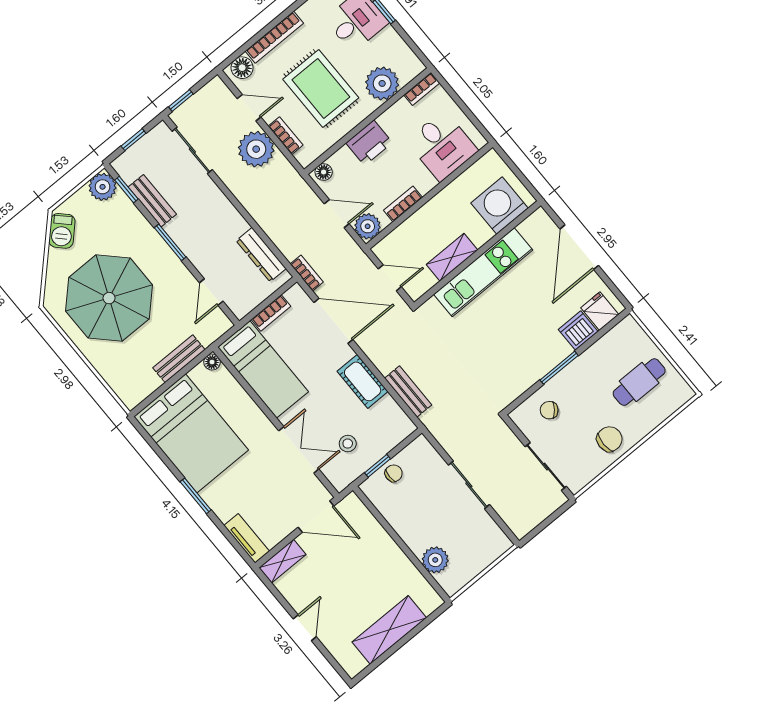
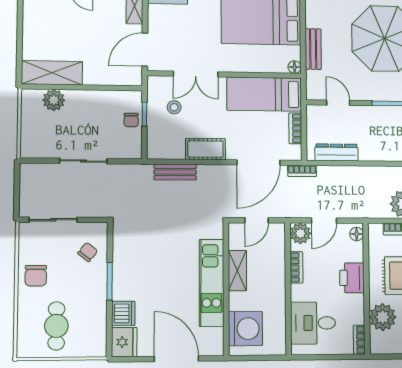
fridge: (600, 311) -> (124, 342), width x1.38
shelving: (389, 630) -> (52, 73), moved, turned 90

